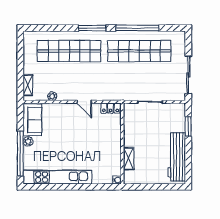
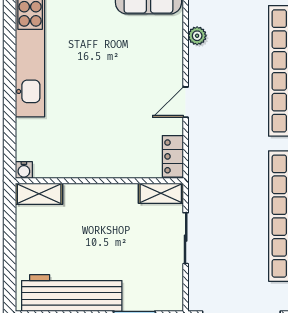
shelving: (128, 114) -> (161, 193), added
shelving: (129, 159) -> (39, 194), moved

